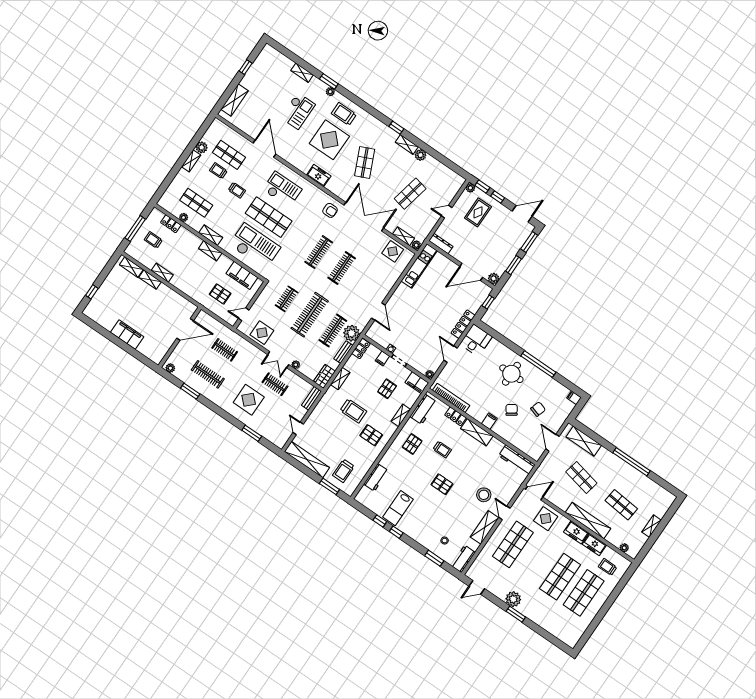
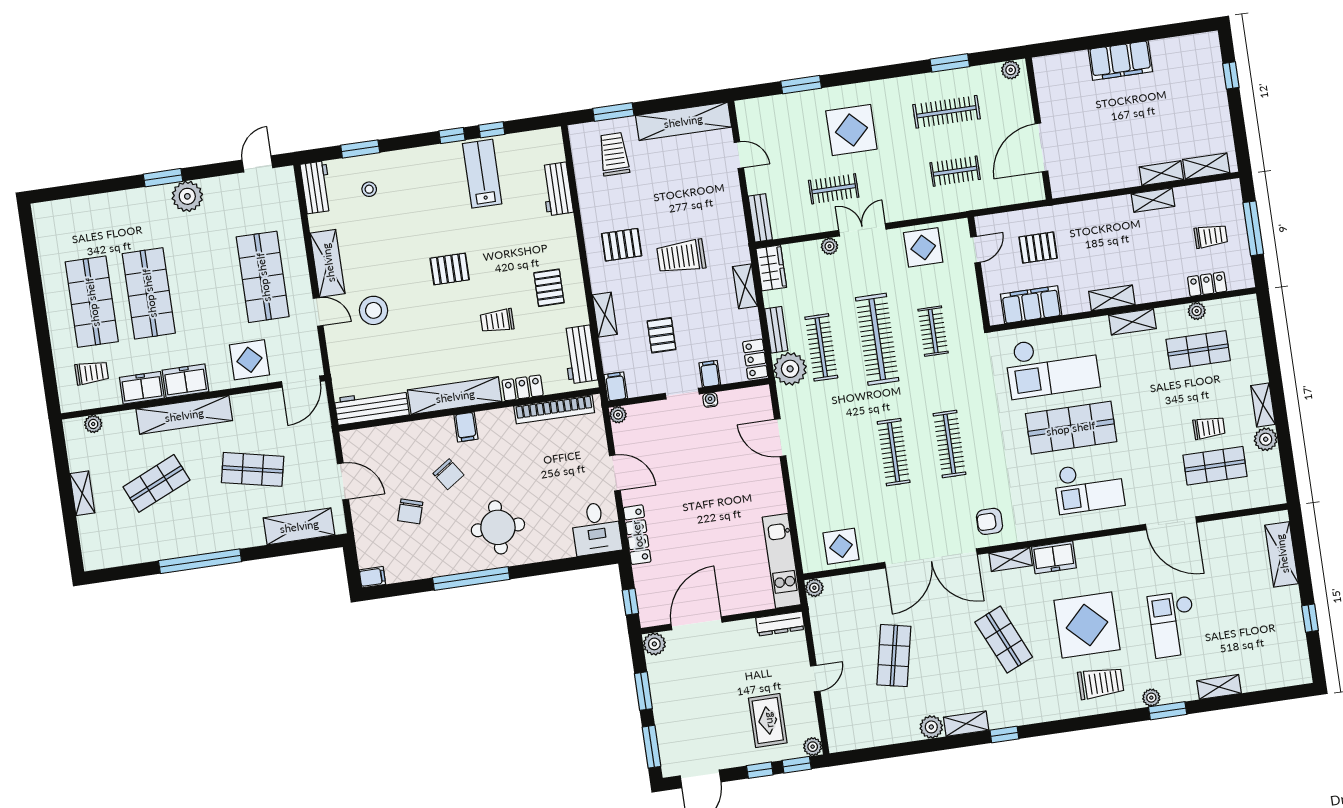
trolley: (237, 190) -> (1155, 424), removed
shelving: (404, 236) -> (1011, 559), moved
filing cabinet: (417, 383) -> (616, 387), width x0.50
shelving: (477, 432) -> (455, 396), width x1.47
shop shelf: (621, 505) -> (156, 483), turned -30

